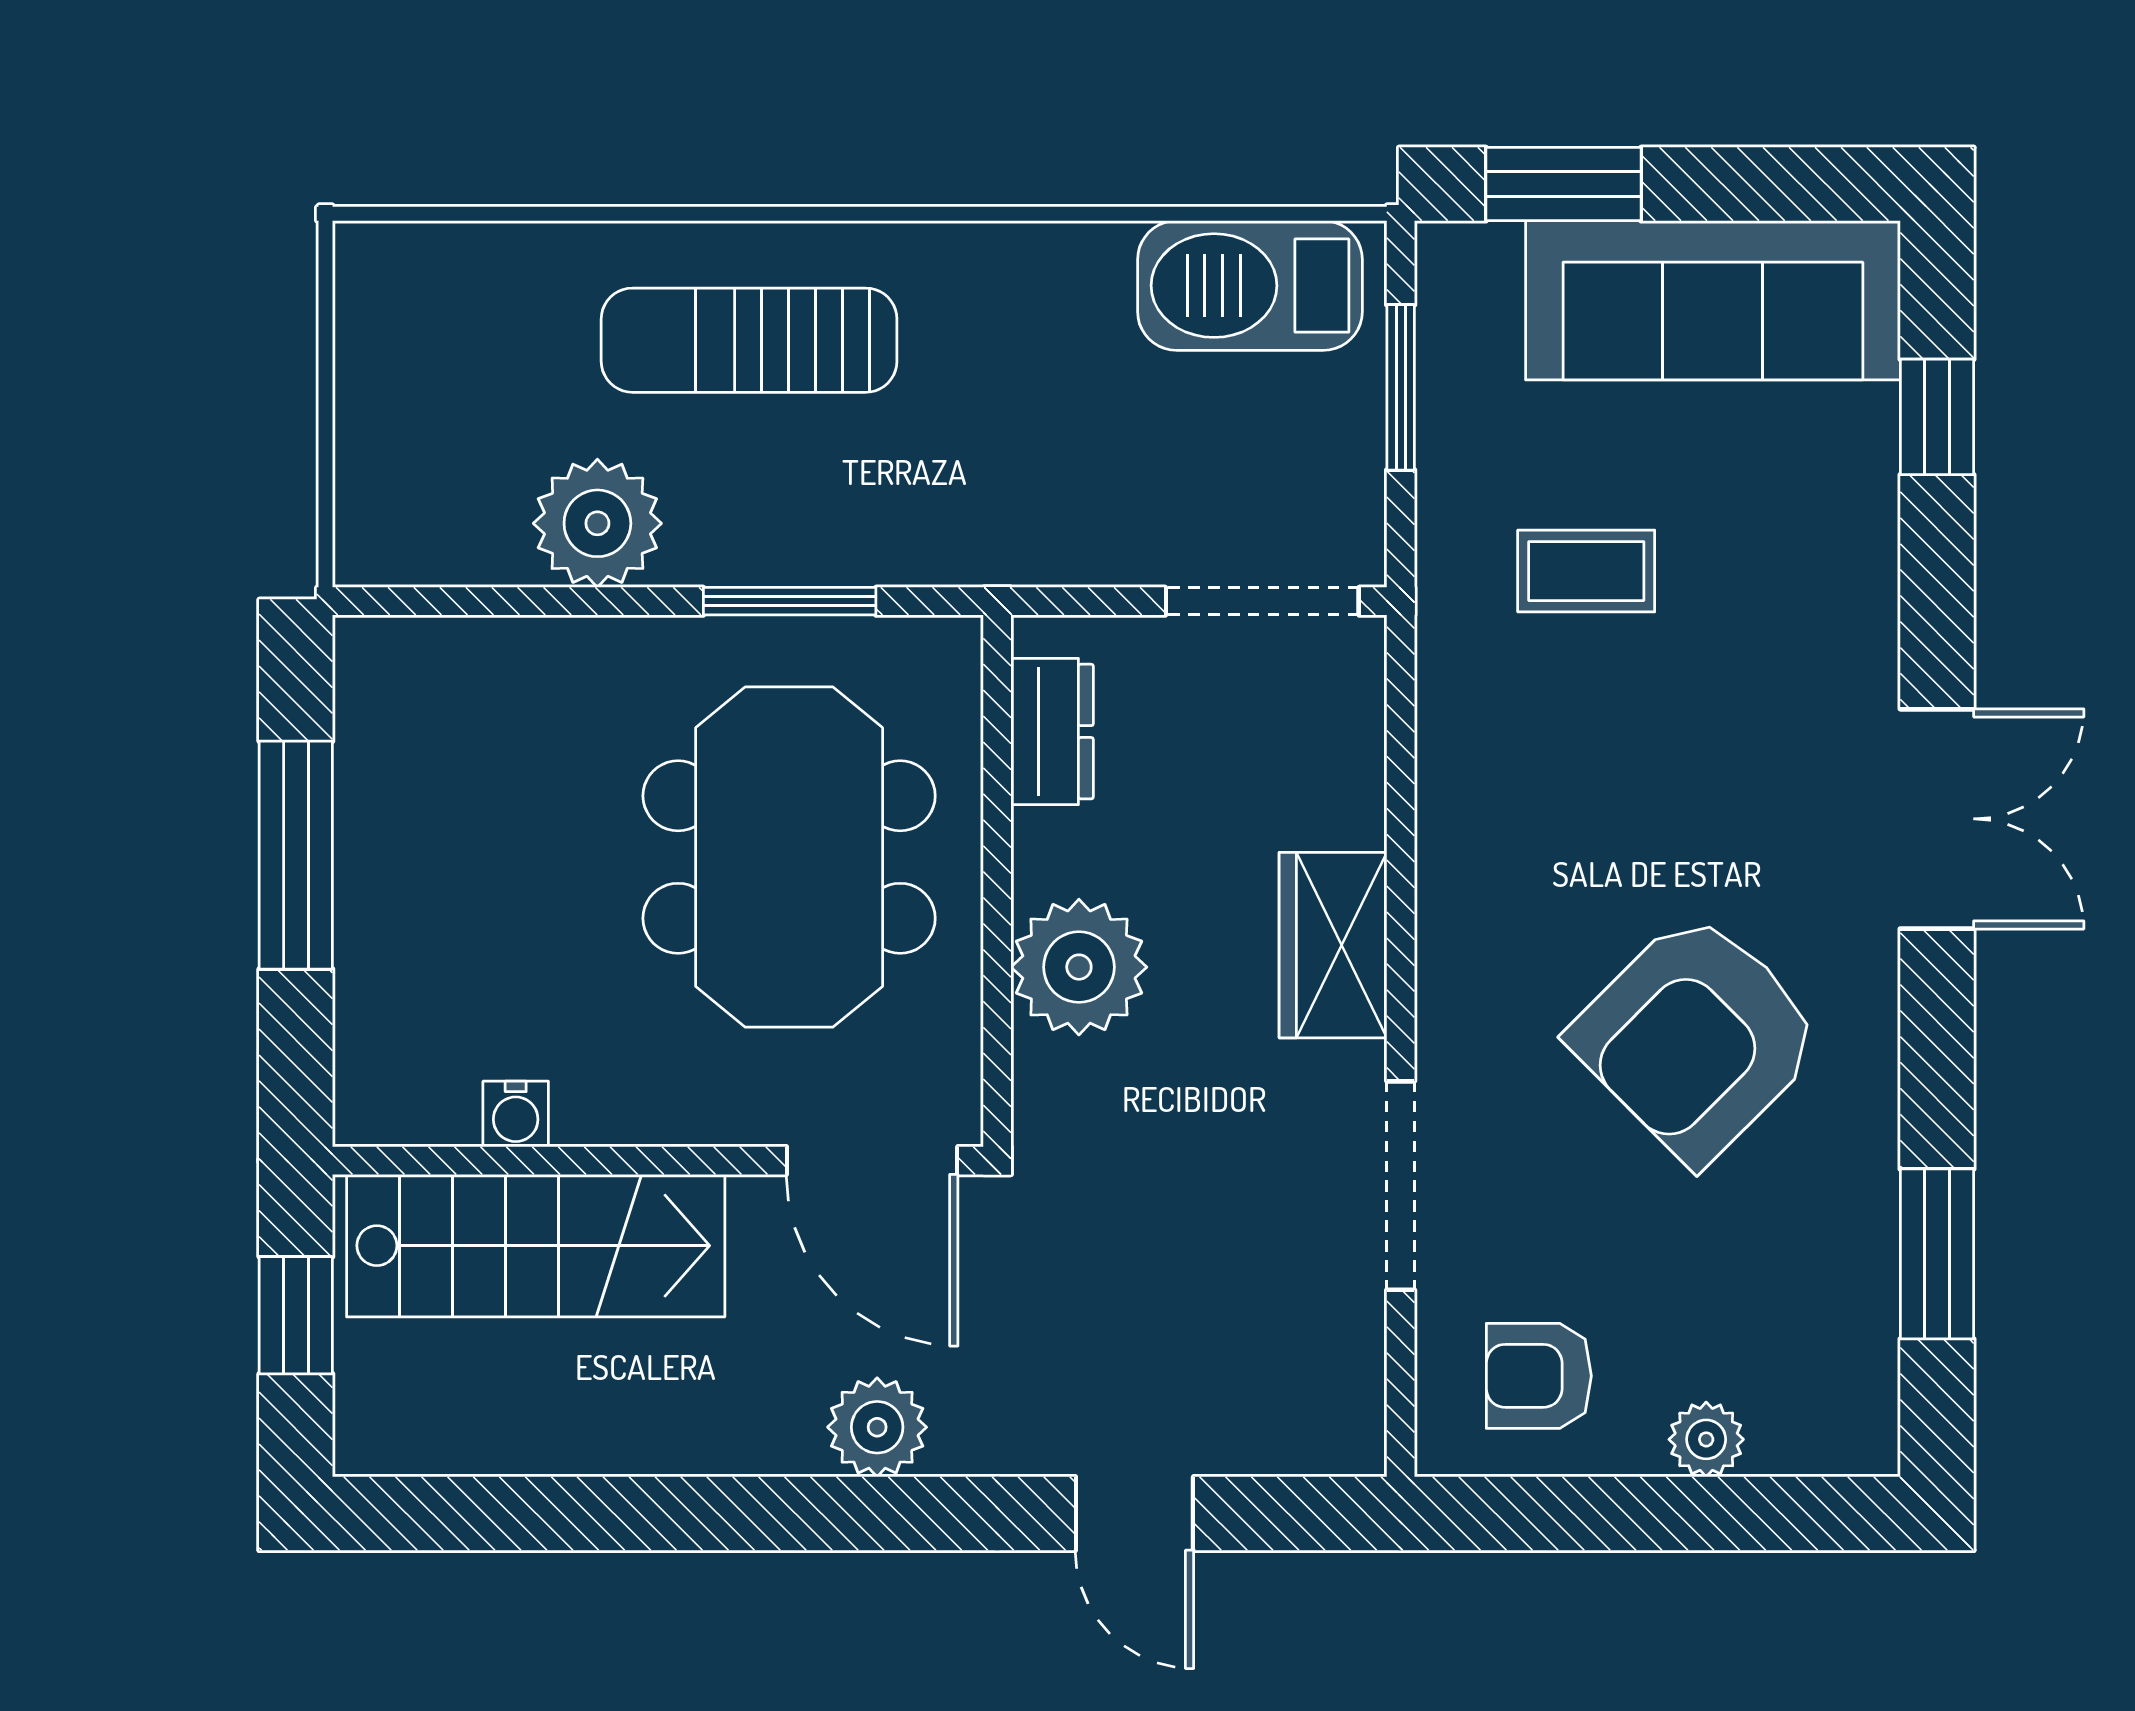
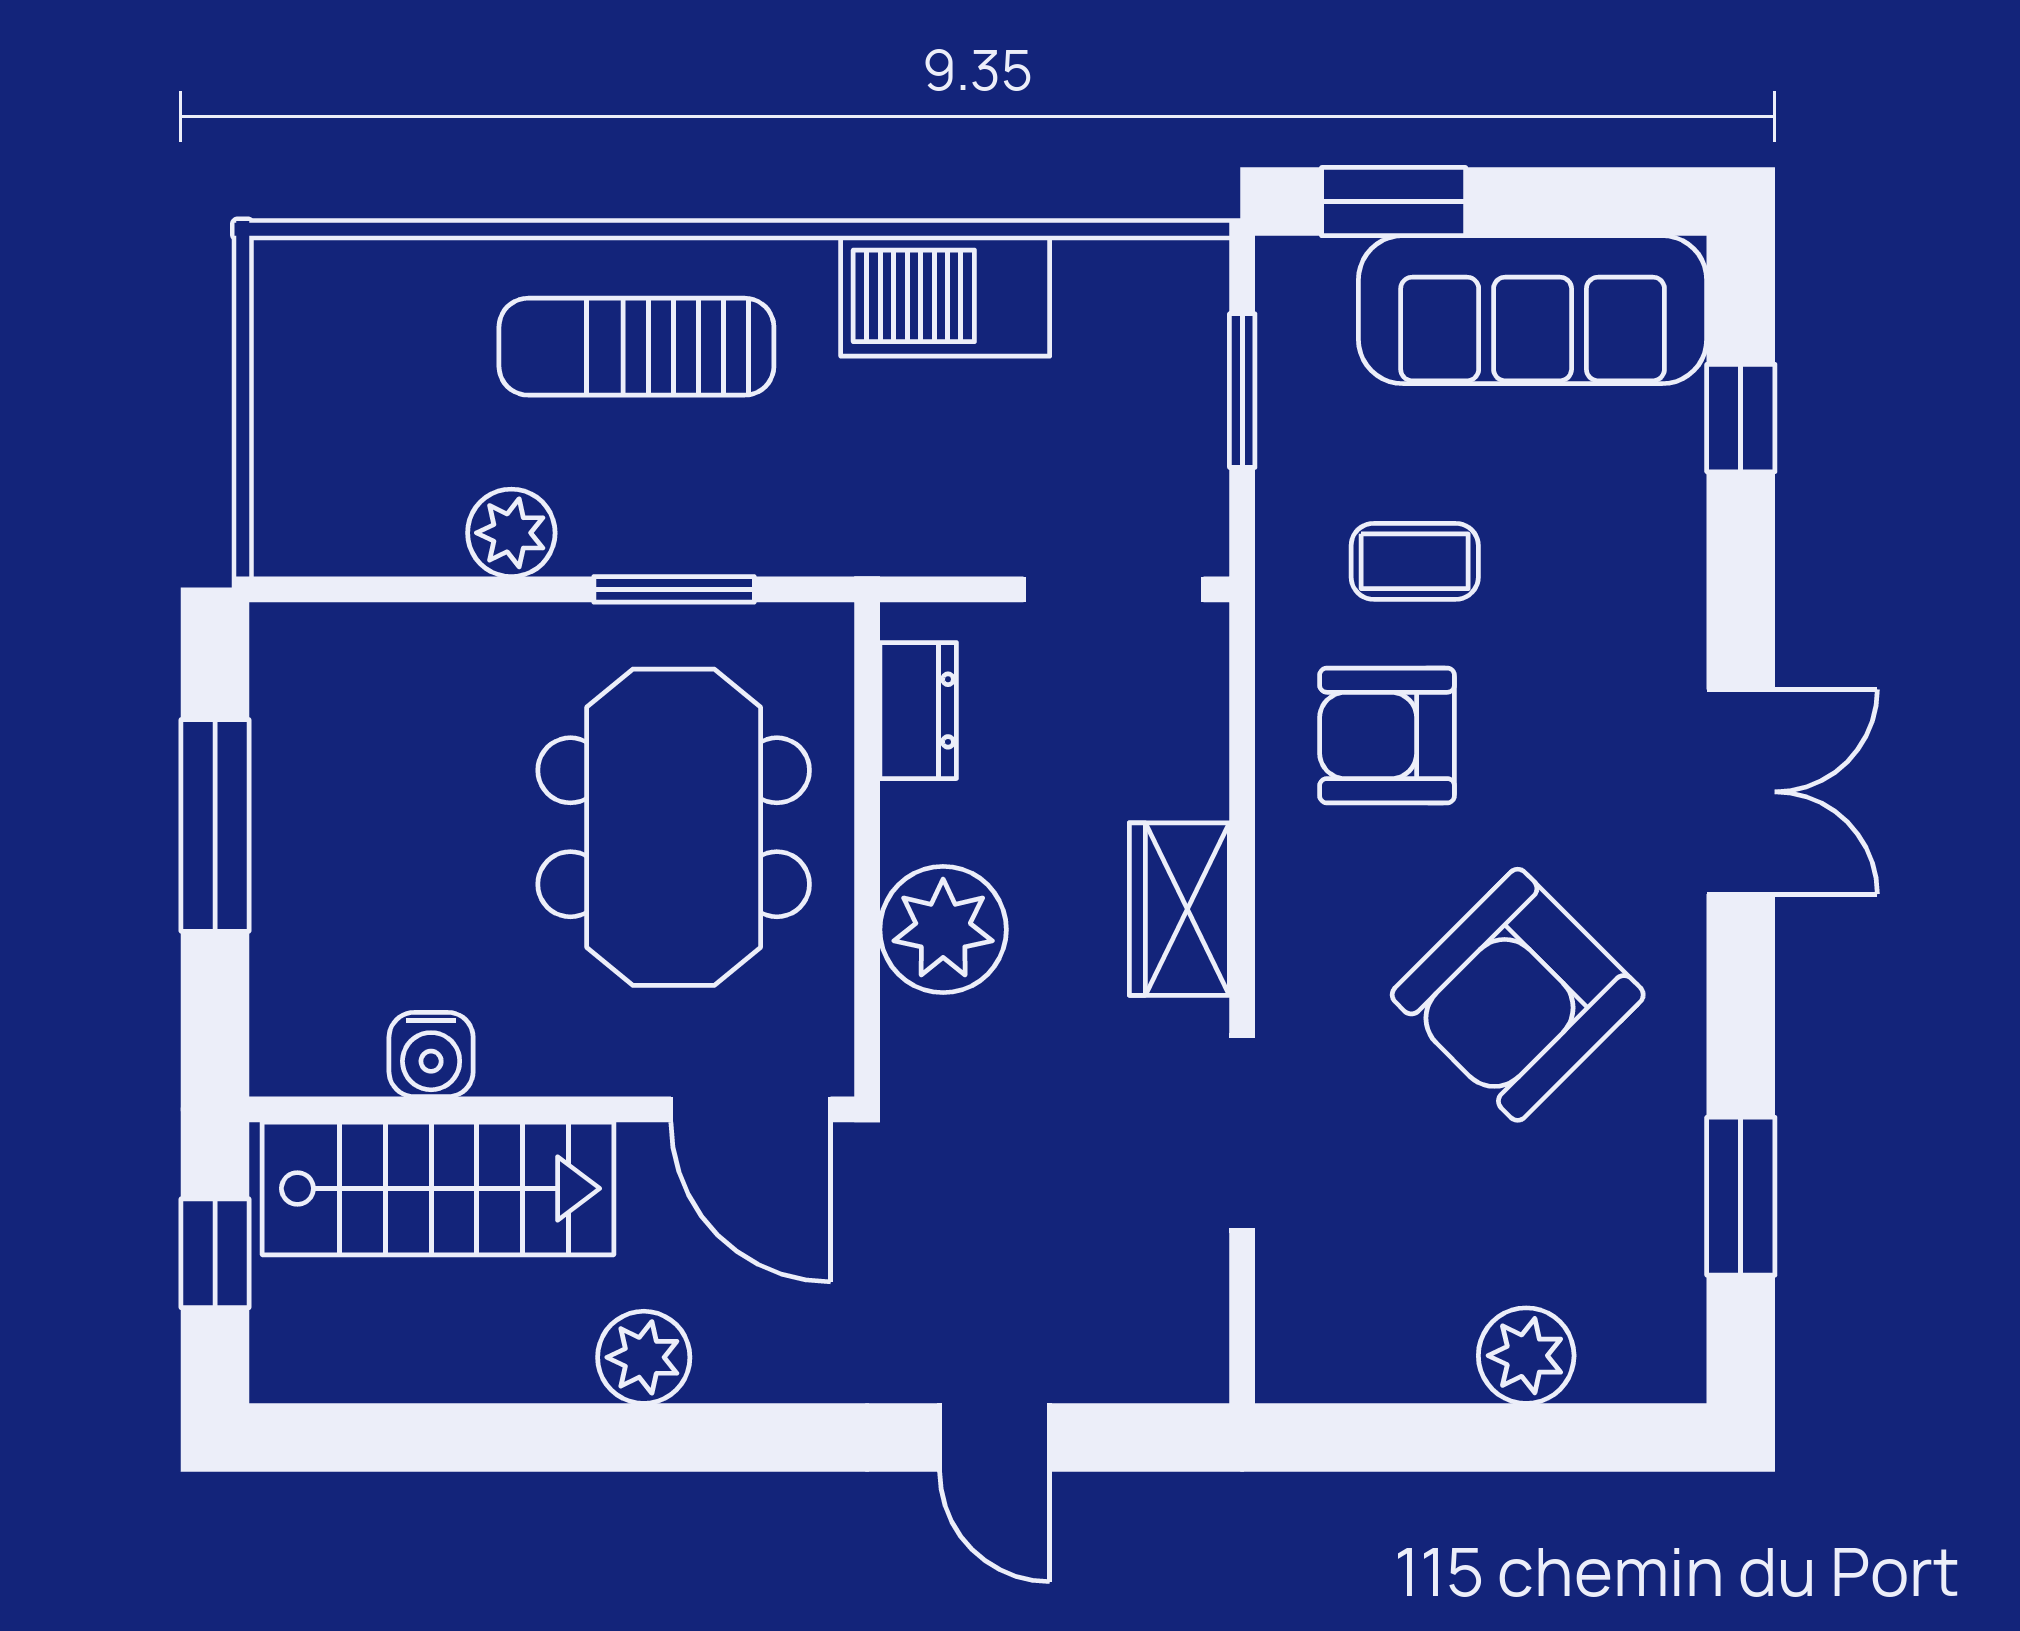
barbecue: (1250, 286) -> (945, 296), moved
plant: (597, 523) -> (511, 533), width x0.73, depth x0.73
water cooler: (516, 1114) -> (431, 1054), width x1.38, depth x1.38
armchair: (1539, 1376) -> (1387, 735), moved, width x1.38, depth x1.38
plant: (877, 1427) -> (644, 1357), moved
plant: (1706, 1439) -> (1526, 1356), width x1.38, depth x1.38

